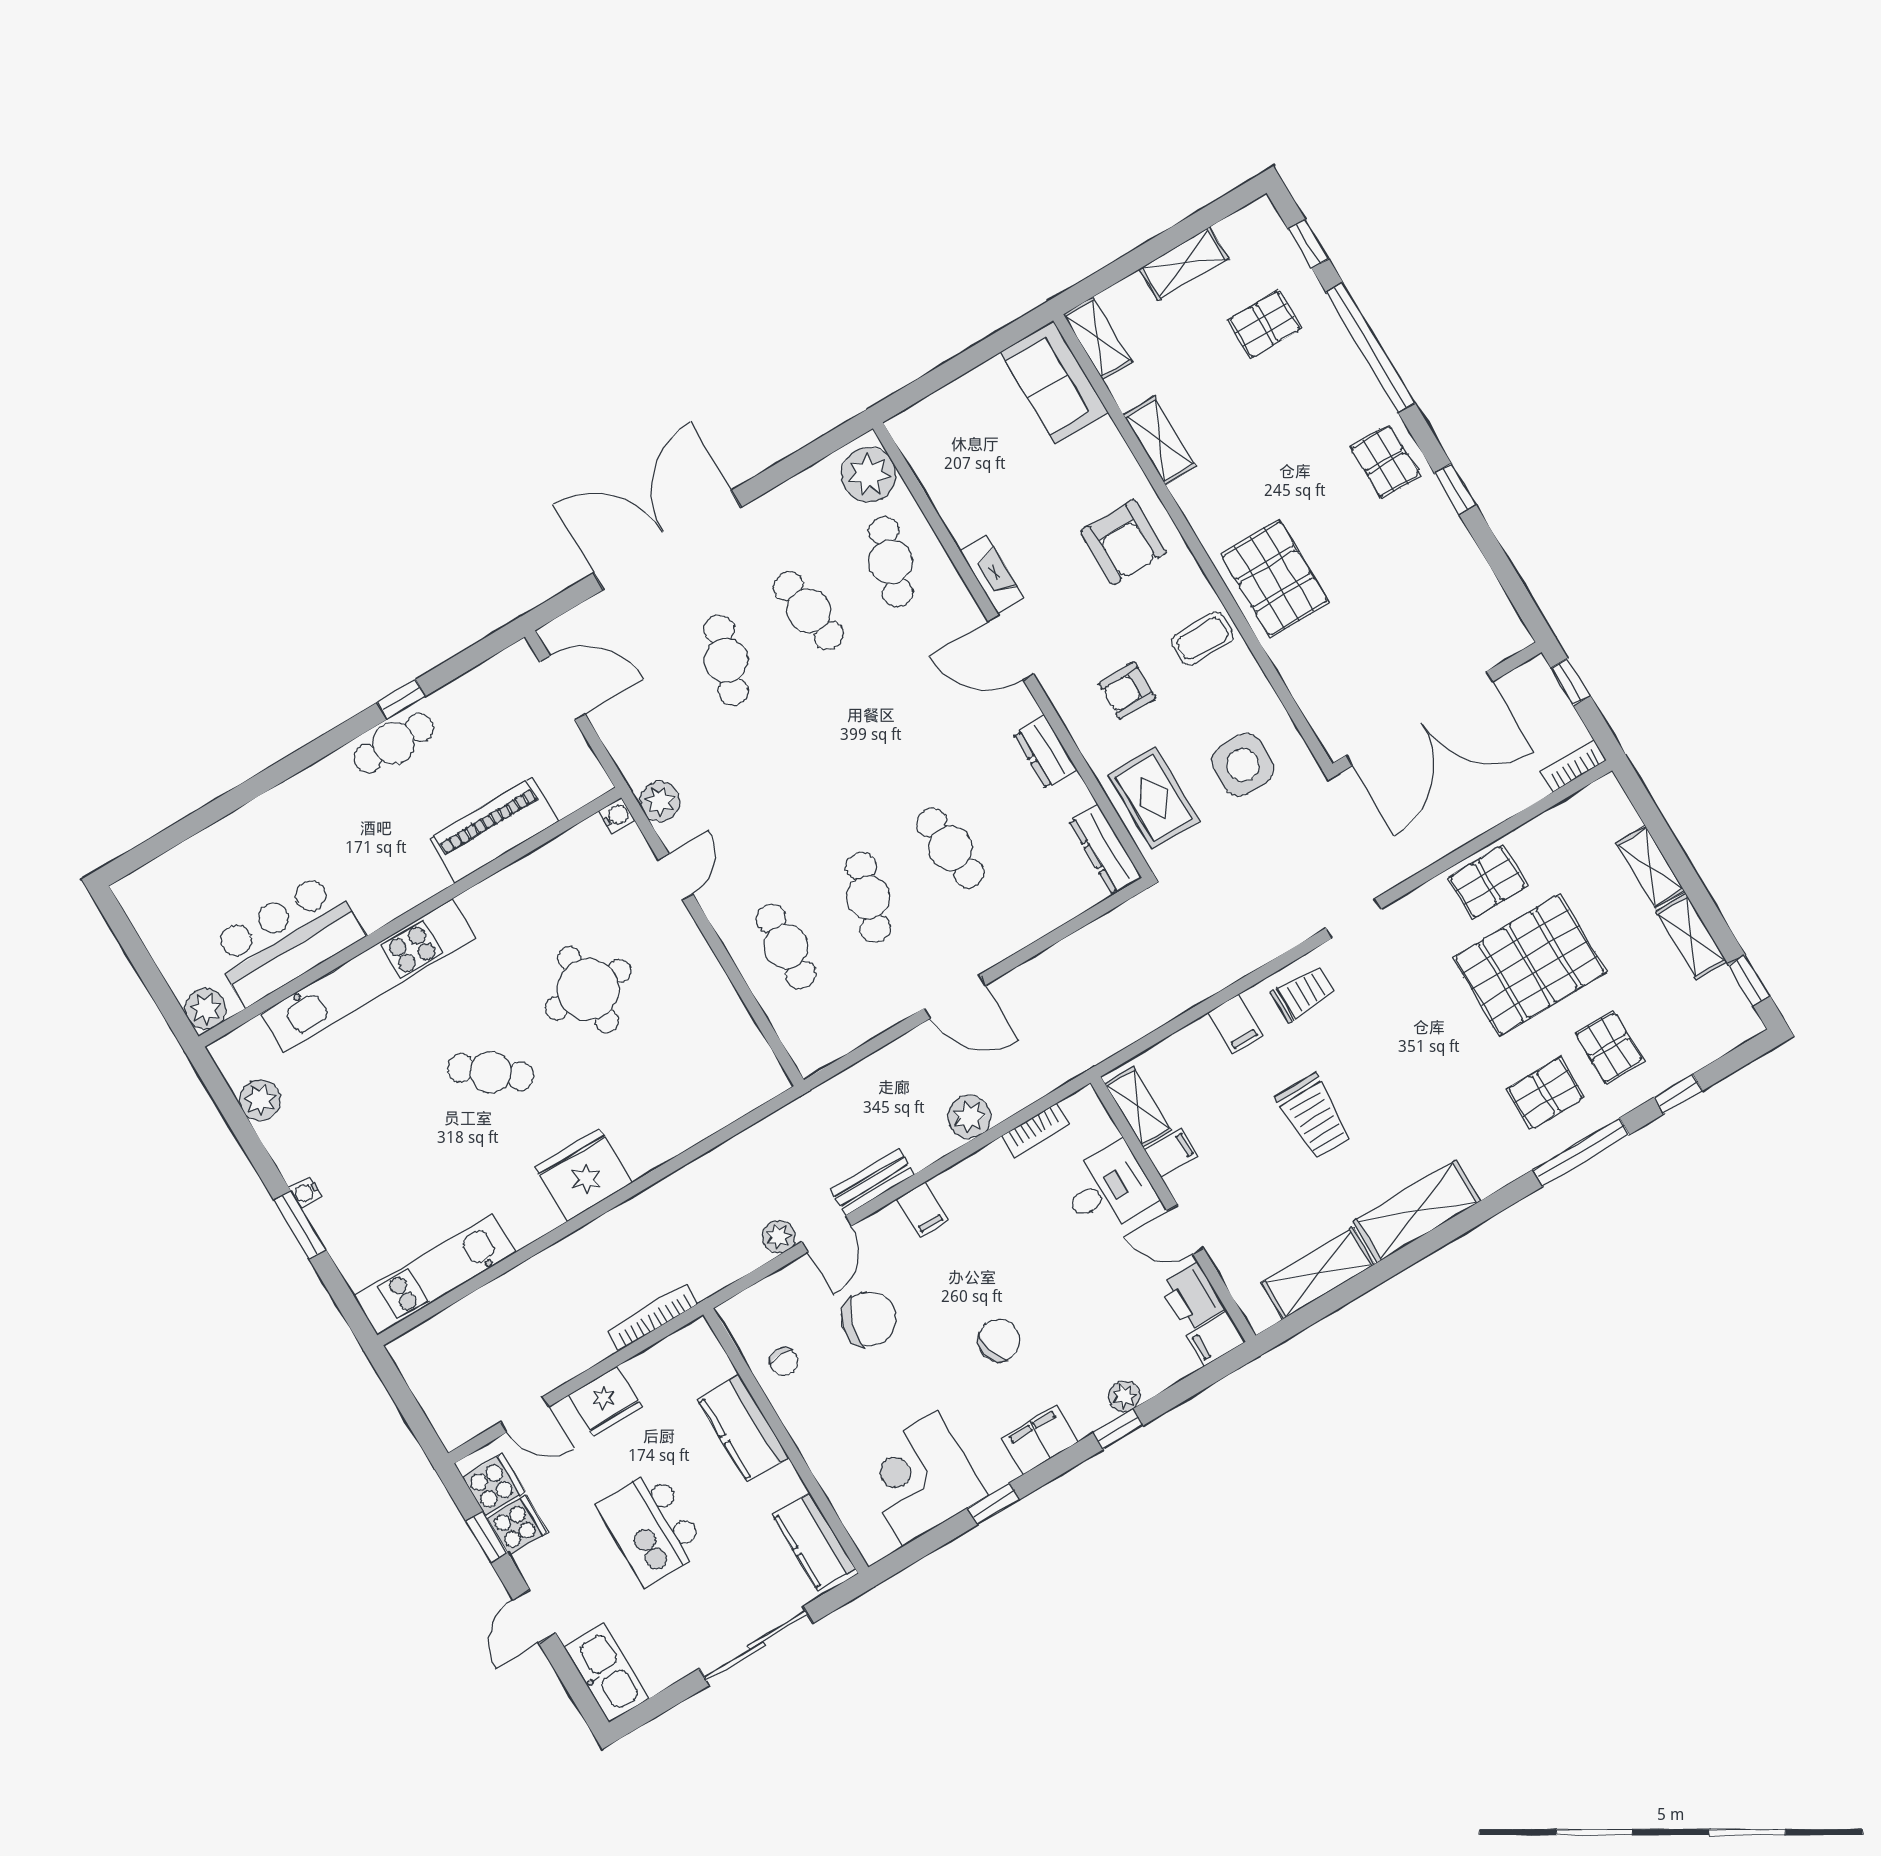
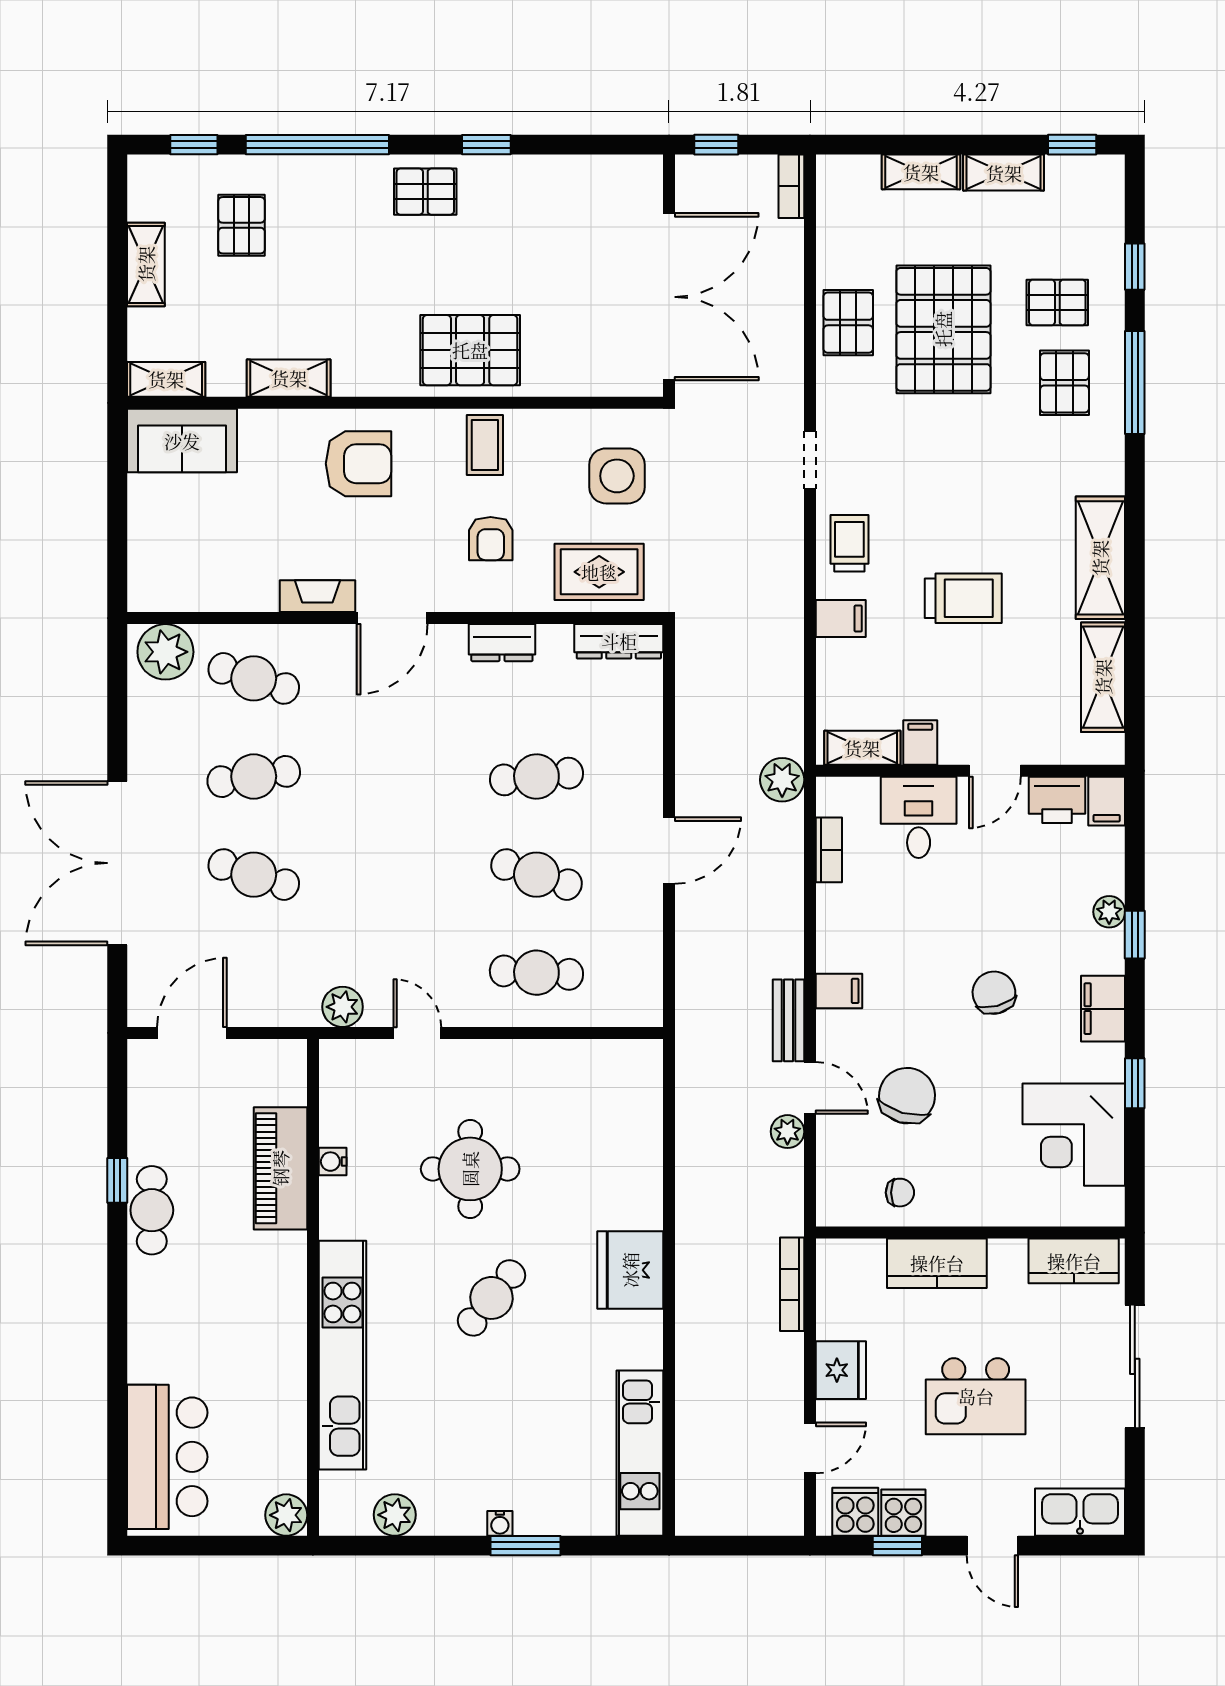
water cooler: (617, 816) -> (333, 1162), moved, turned -90
bar counter: (286, 939) -> (167, 1457), moved, turned 180
plant: (969, 1117) -> (782, 780), moved

